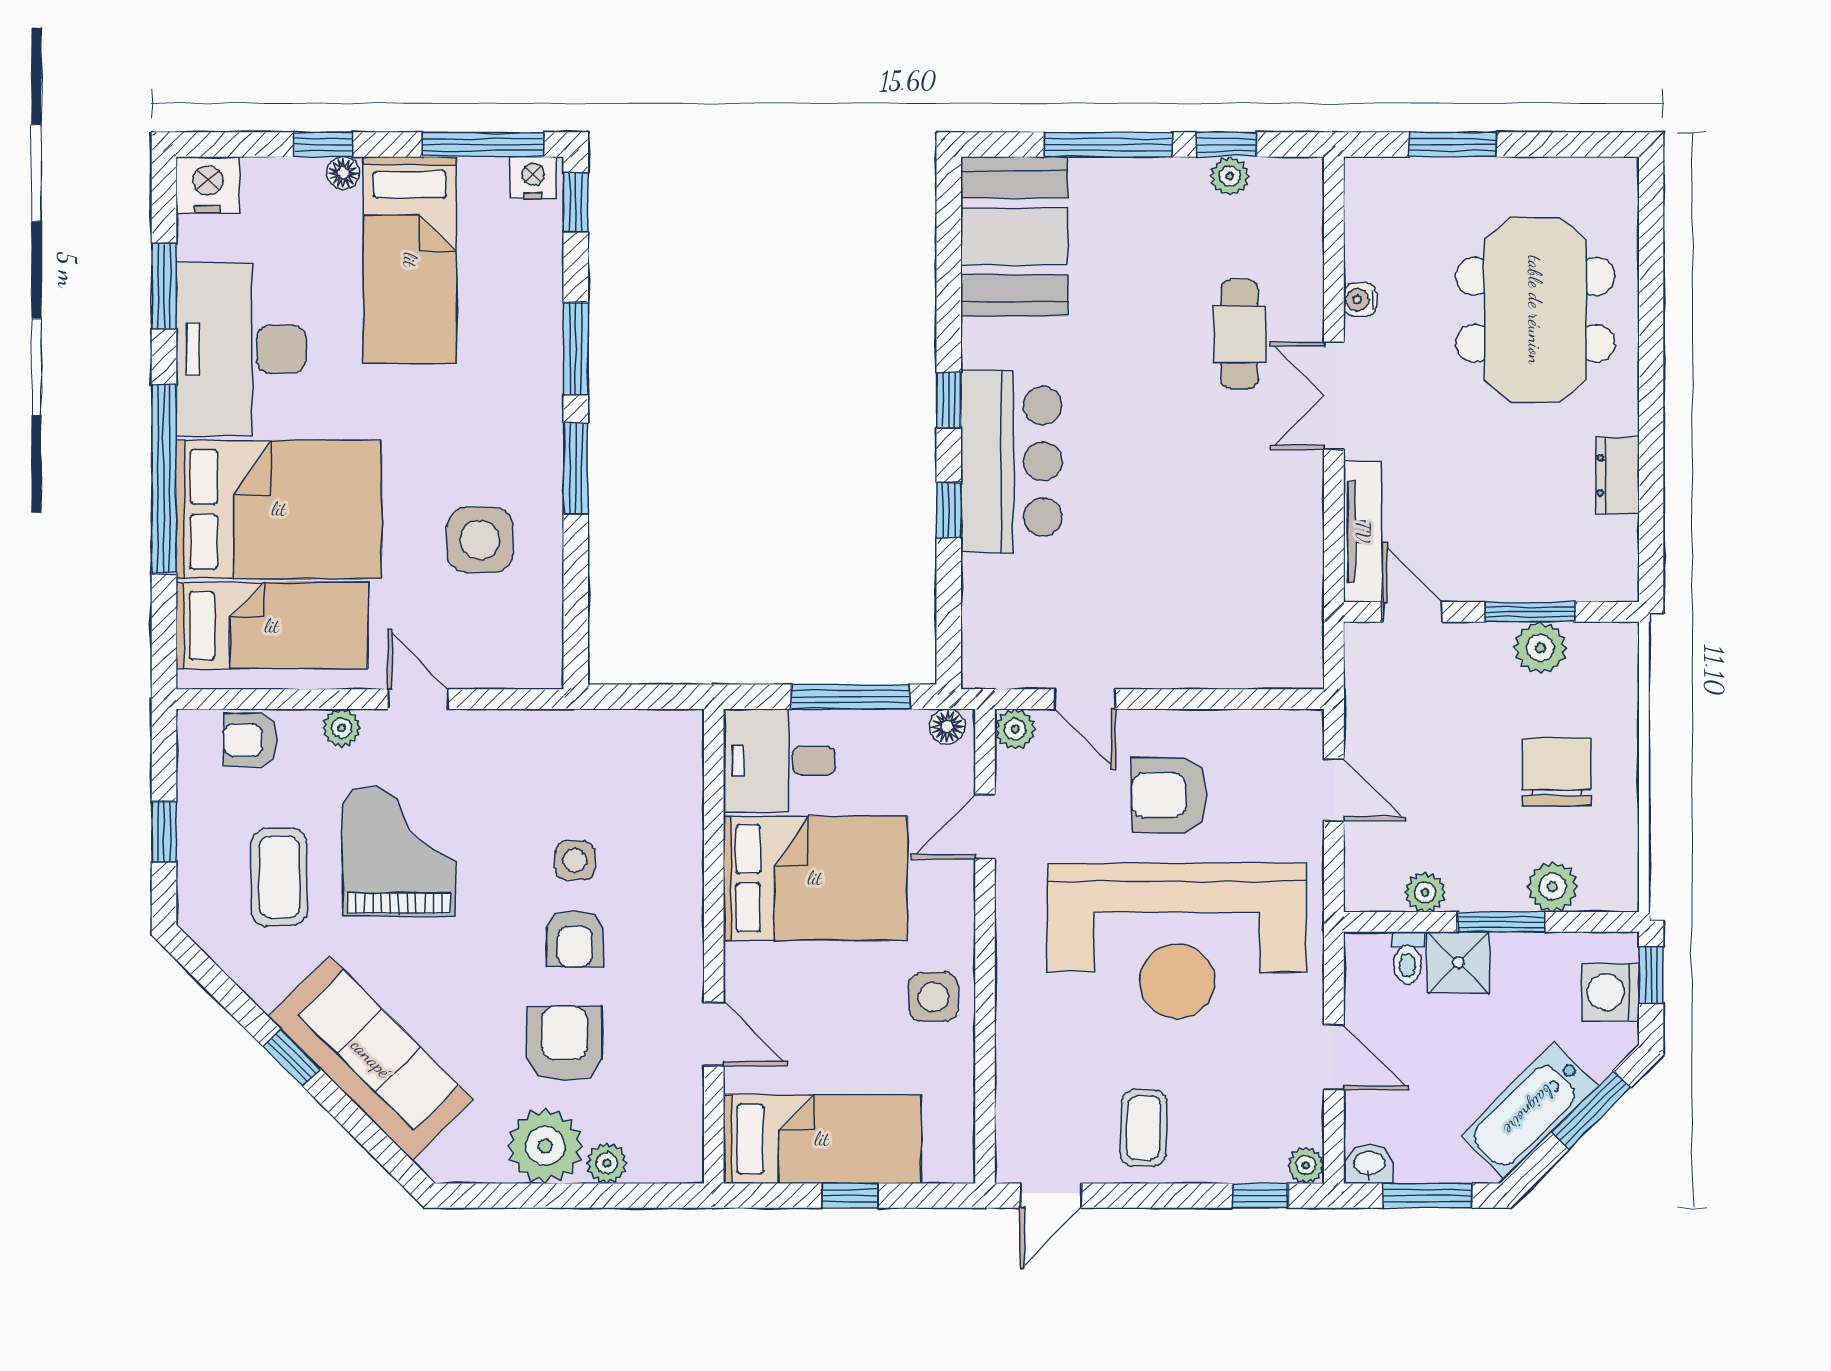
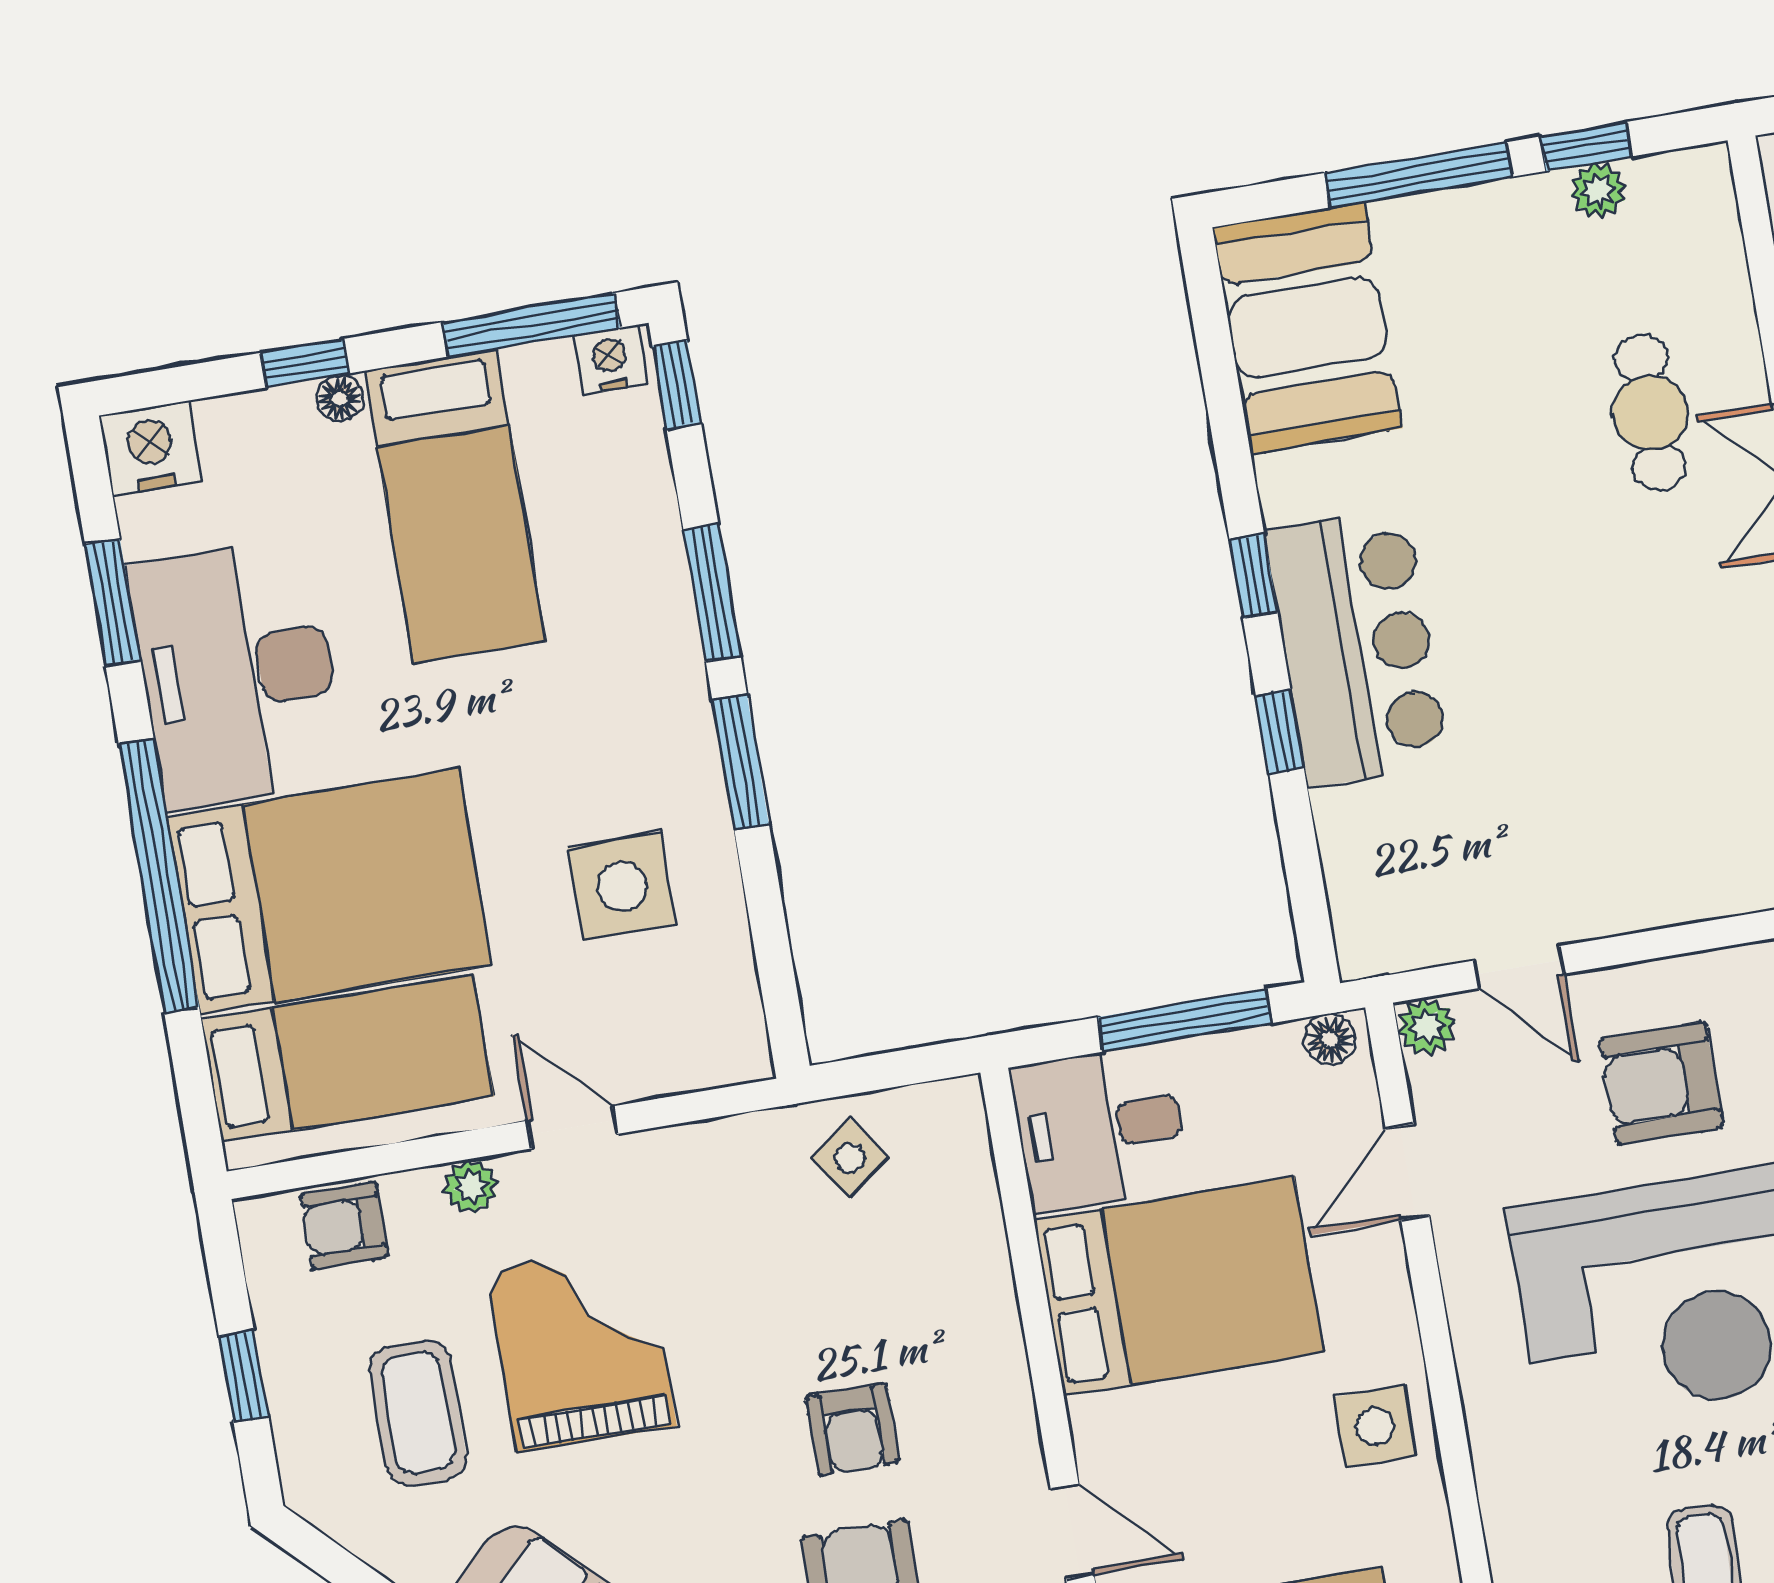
side table: (575, 860) -> (850, 1158), moved, turned -35

